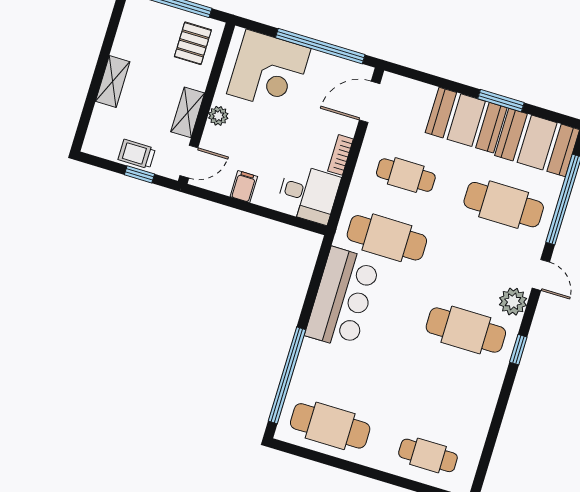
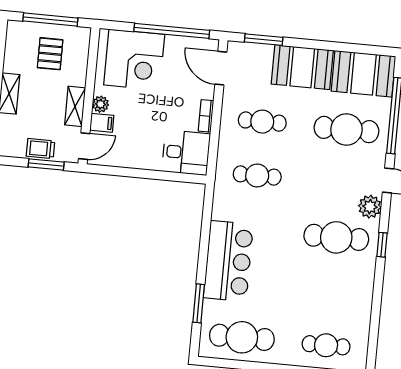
pallet: (193, 43) -> (50, 54), moved
window: (501, 101) -> (264, 40), moved
door: (370, 102) -> (221, 68), hinge flipped
window: (139, 174) -> (46, 165), width x1.50
filing cabinet: (244, 187) -> (102, 123), moved, turned 90
cafe table: (387, 238) -> (257, 176), width x0.73, depth x0.74
bar counter: (343, 298) -> (228, 261), moved
window: (287, 375) -> (199, 303), width x0.47

